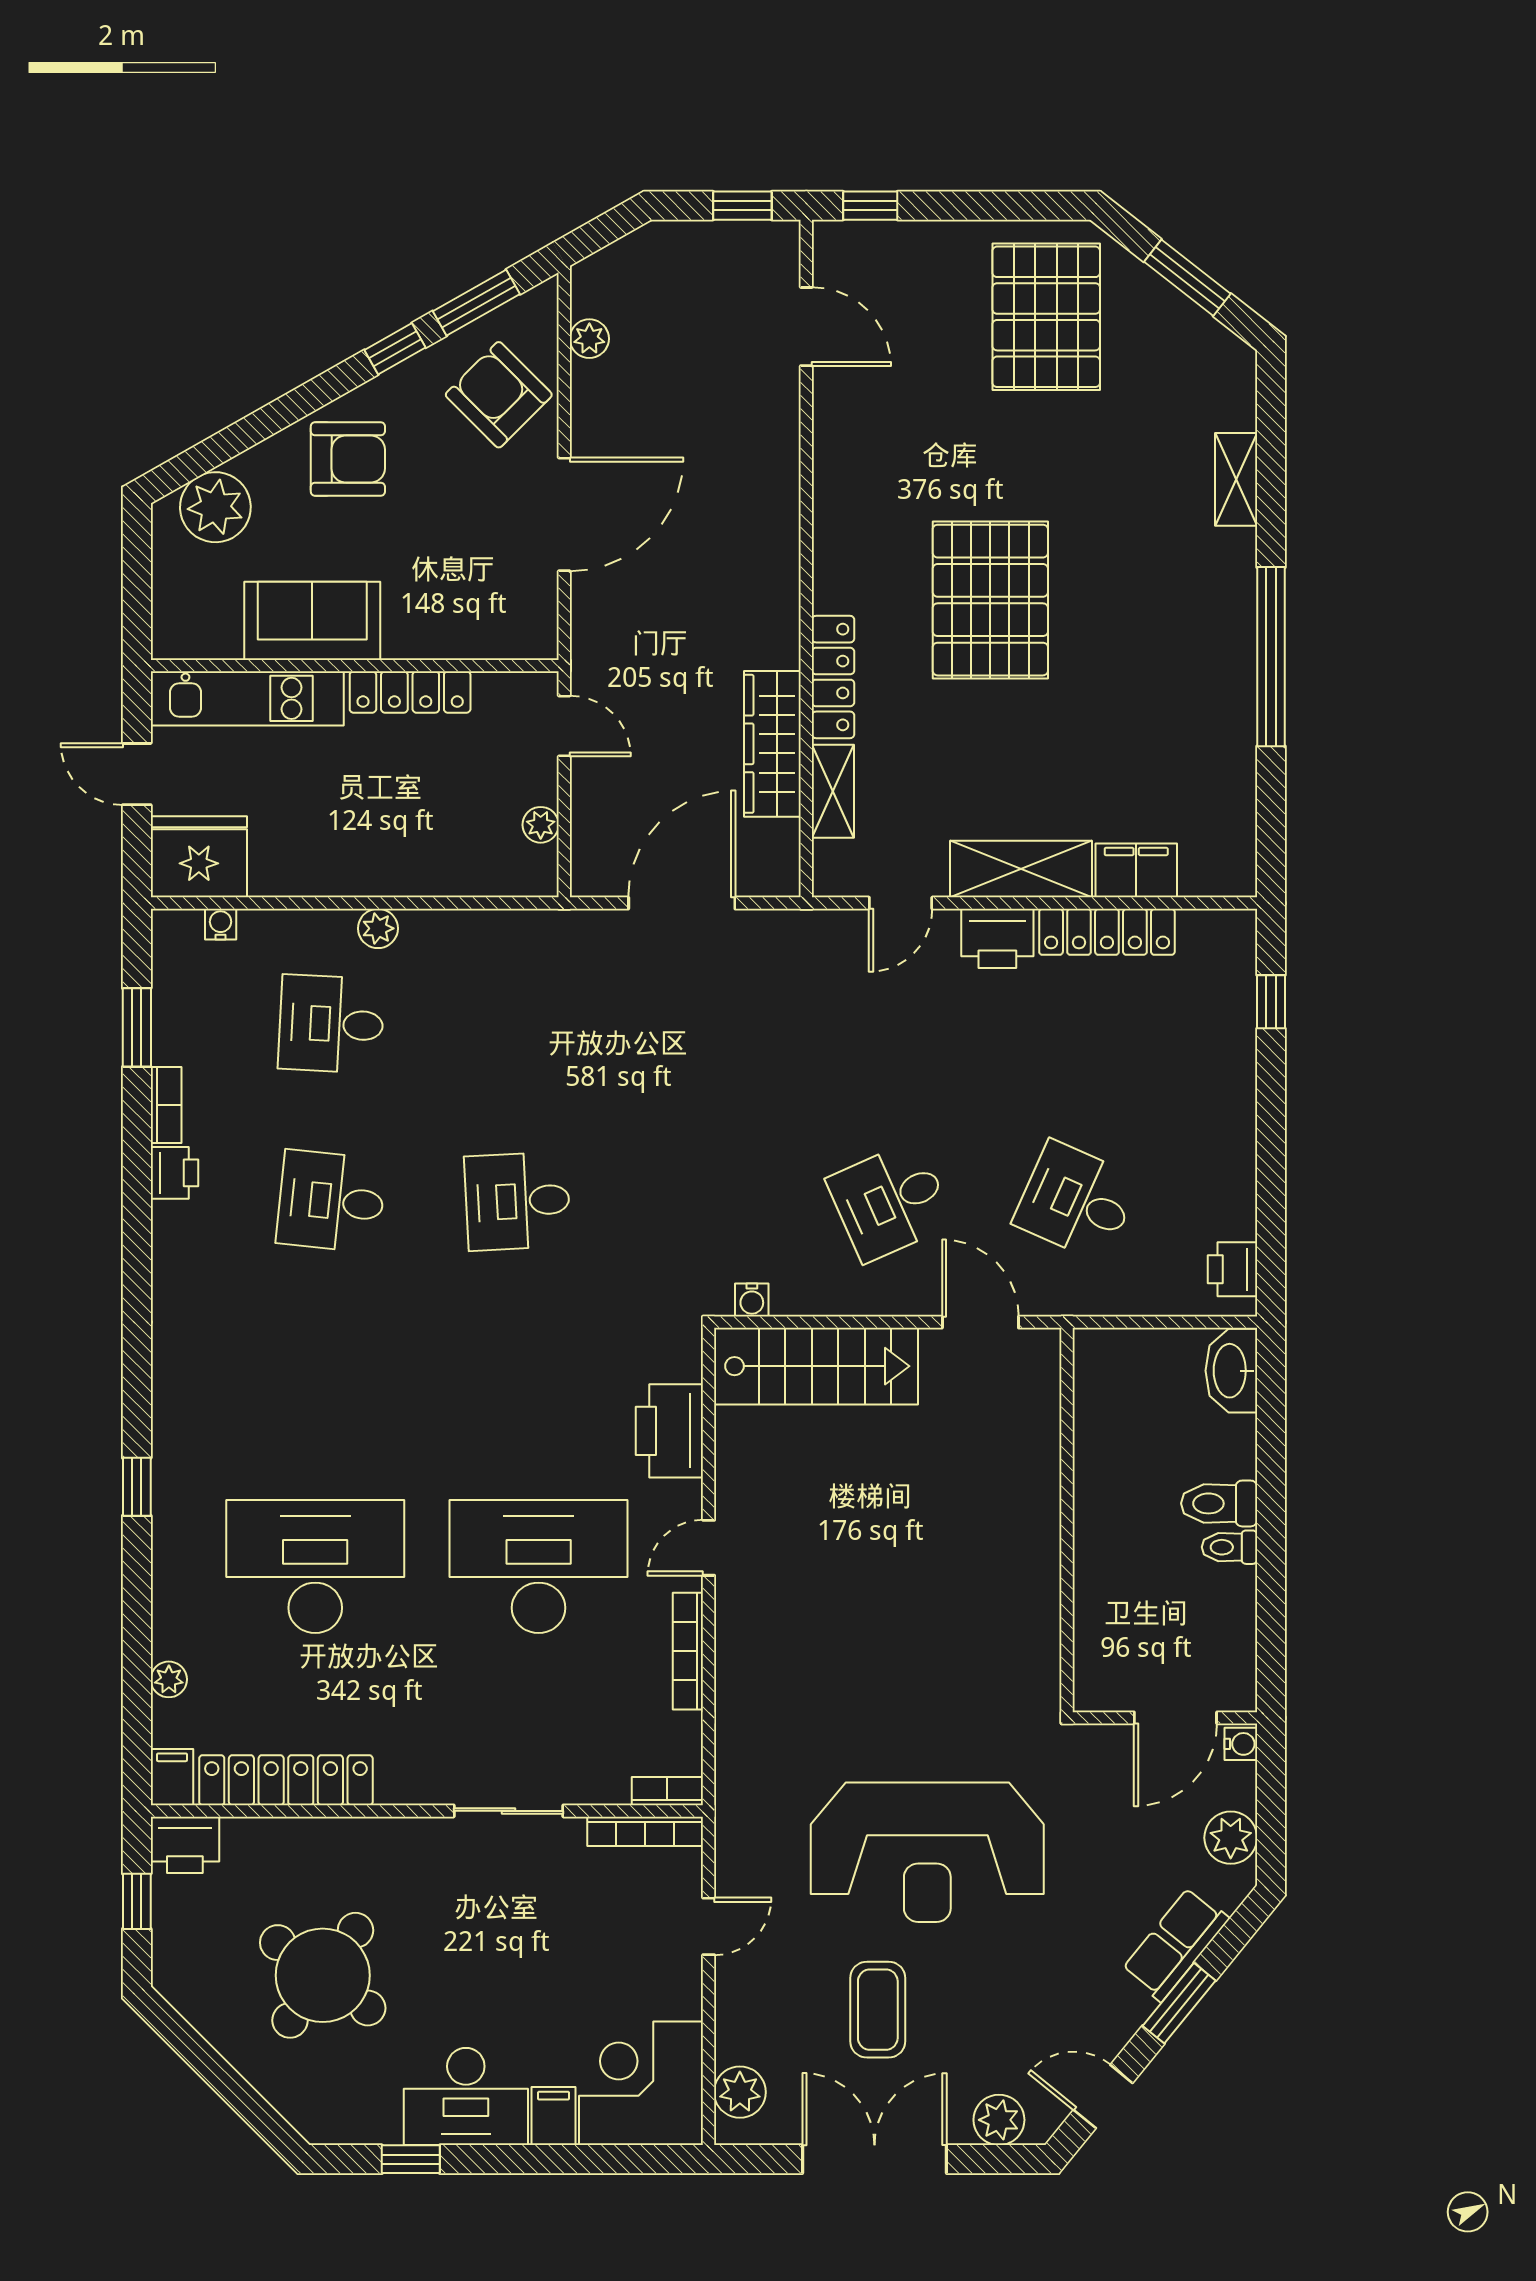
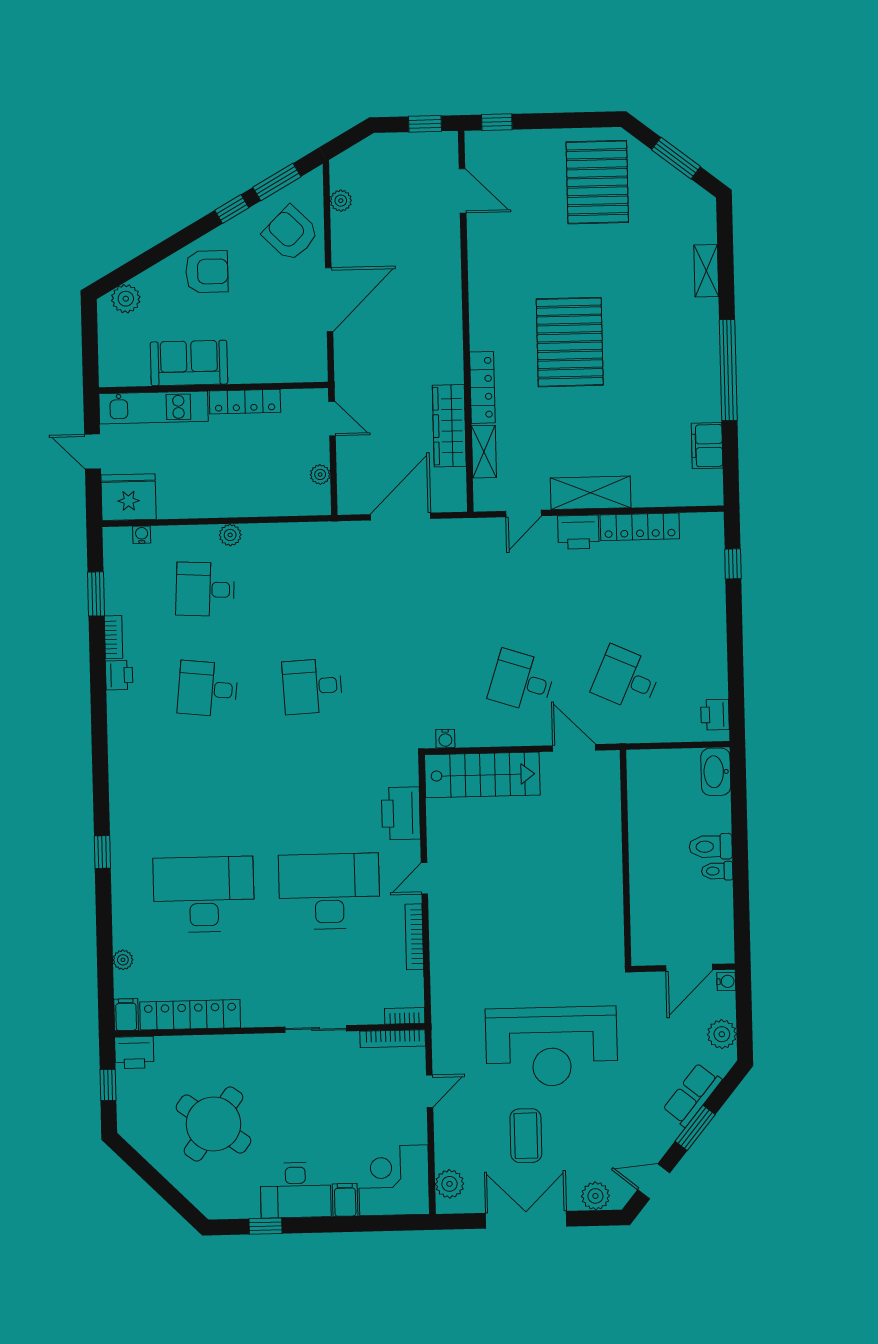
plant: (215, 507) -> (126, 299), width x0.73, depth x0.73
filing cabinet: (1136, 870) -> (707, 446), moved, turned -90
desk: (890, 1201) -> (522, 681), turned 42

